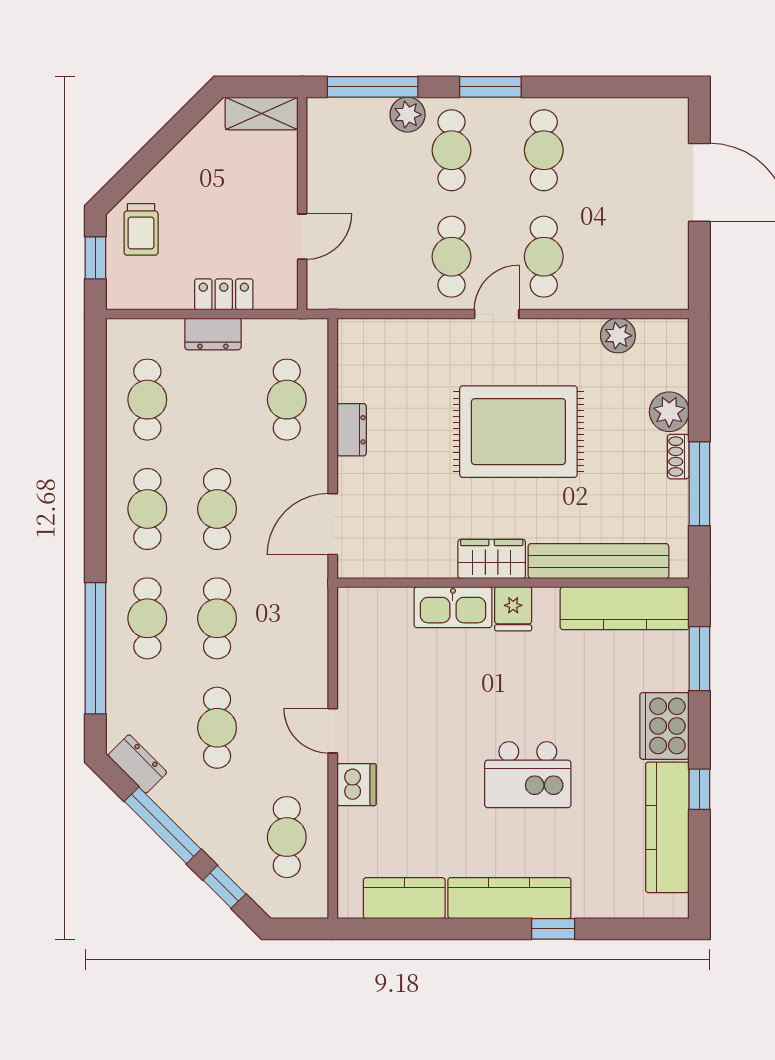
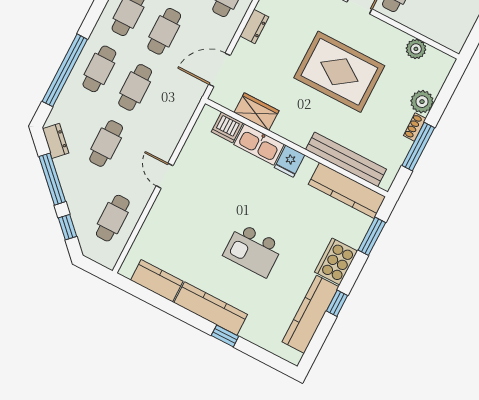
wardrobe: (492, 559) -> (256, 112), moved
dishwasher: (357, 785) -> (227, 127), moved, turned 90

